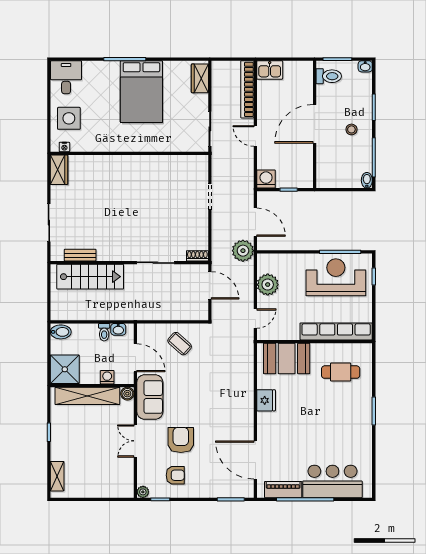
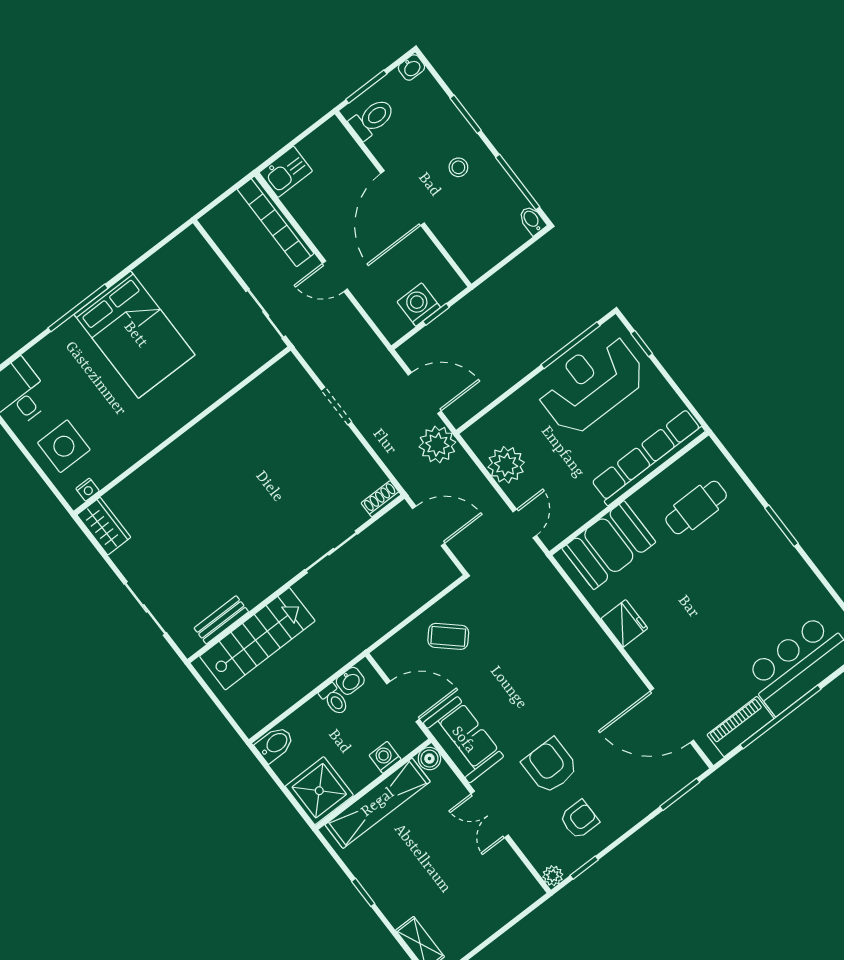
wardrobe: (200, 78) -> (200, 256), removed
washing machine: (266, 179) -> (419, 305), moved

